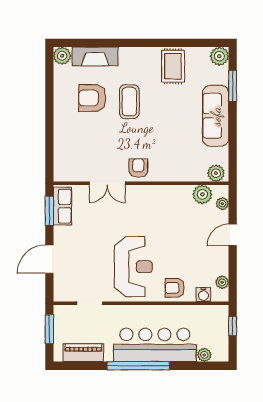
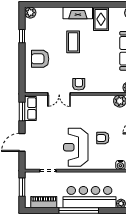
fireplace: (95, 56) -> (78, 13), moved
window: (49, 93) -> (22, 36), added
armchair: (92, 98) -> (40, 59), moved
reception desk: (133, 267) -> (76, 147), turned 180
armchair: (175, 288) -> (103, 138), moved

